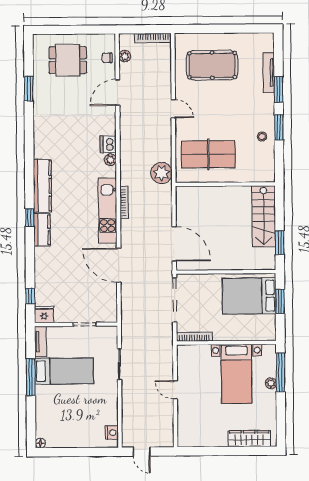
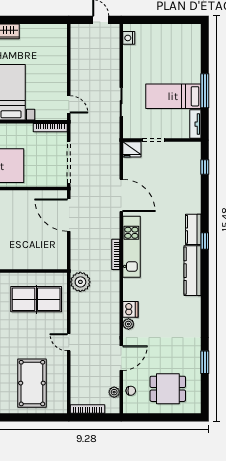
pool table: (212, 65) -> (32, 383), turned 90
plant: (110, 160) -> (128, 324), moved
fridge: (44, 315) -> (132, 149), moved
door: (175, 390) -> (69, 104), moved
floor lamp: (40, 443) -> (196, 28), removed

